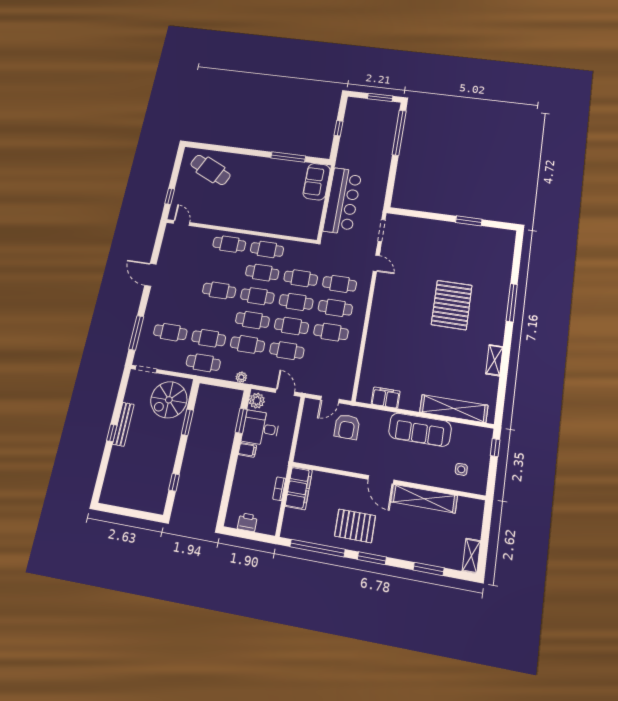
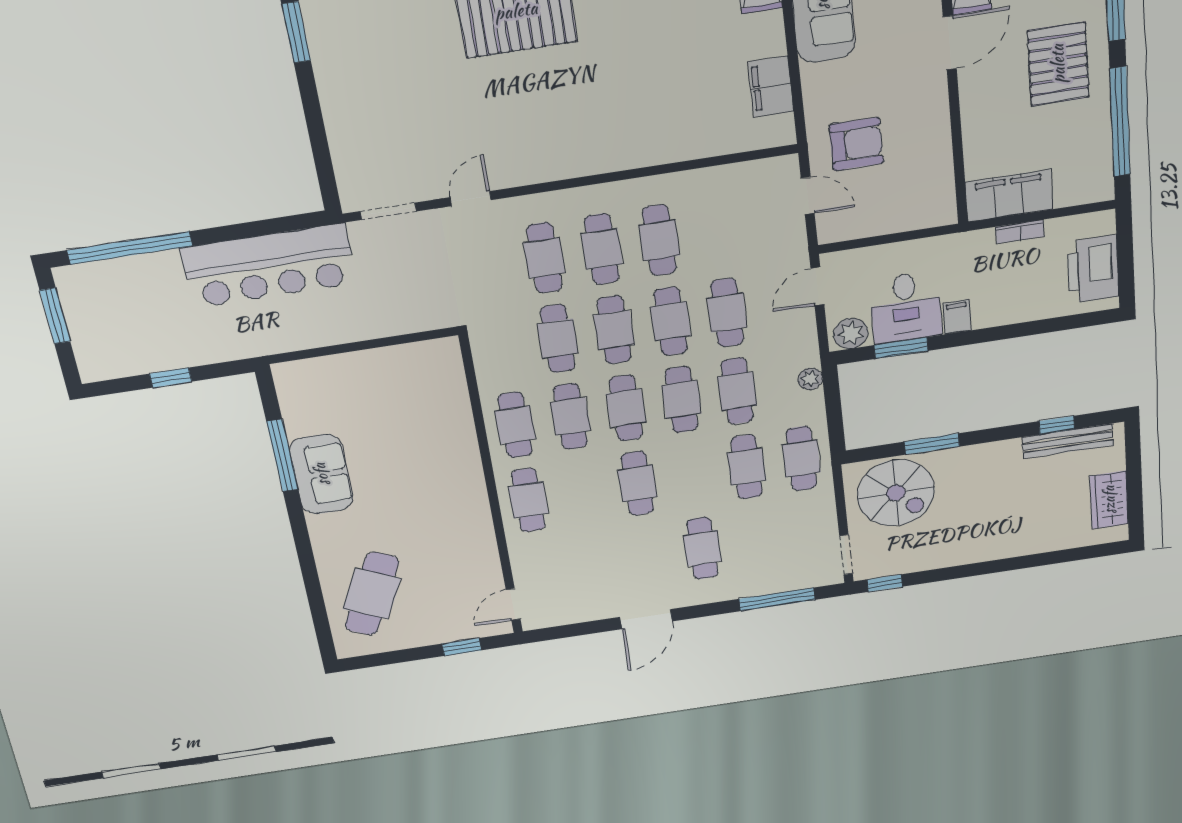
sofa: (317, 182) -> (321, 474), moved, turned -90
bar counter: (343, 201) -> (269, 266), moved, turned 180
cafe table: (170, 332) -> (702, 548), moved
bench: (123, 424) -> (1068, 441), moved
window: (112, 433) -> (885, 583), moved
wardrobe: (124, 498) -> (1109, 500), added
printer: (247, 522) -> (1093, 269), width x1.87, depth x1.48

